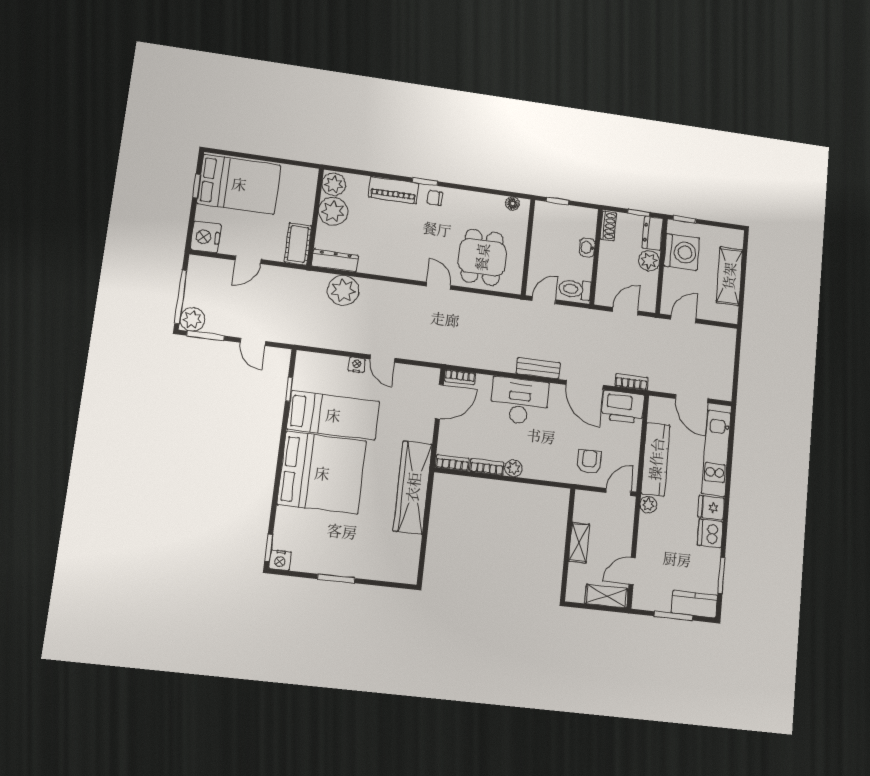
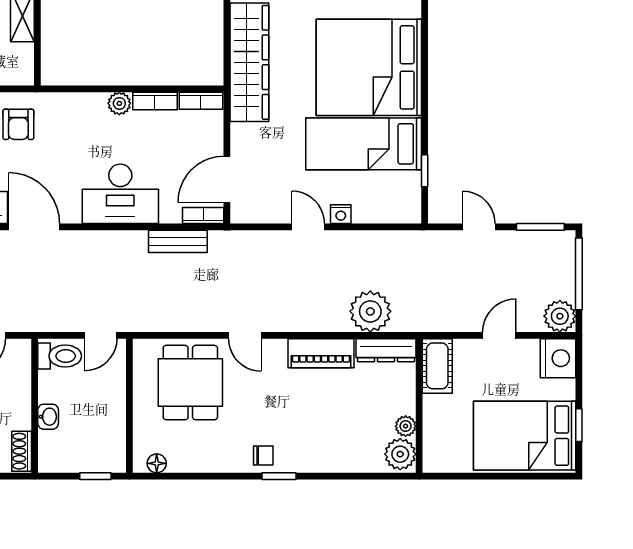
piano: (394, 190) -> (321, 353), moved, turned 180
plant: (333, 211) -> (406, 426), width x0.53, depth x0.53
plant: (192, 319) -> (560, 316), moved
bench: (538, 368) -> (178, 241), moved

